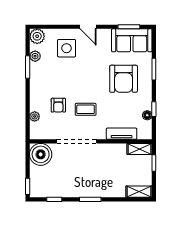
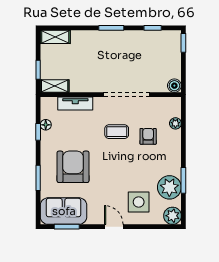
plant: (35, 56) -> (169, 187), width x1.87, depth x1.87
boiler: (41, 154) -> (174, 86), width x0.54, depth x0.54

